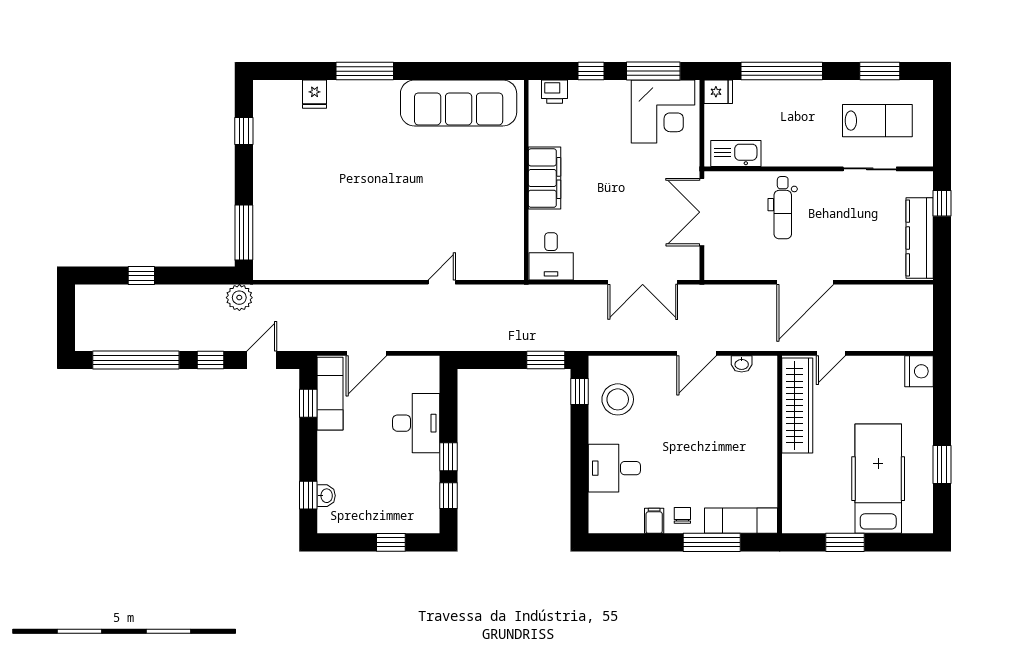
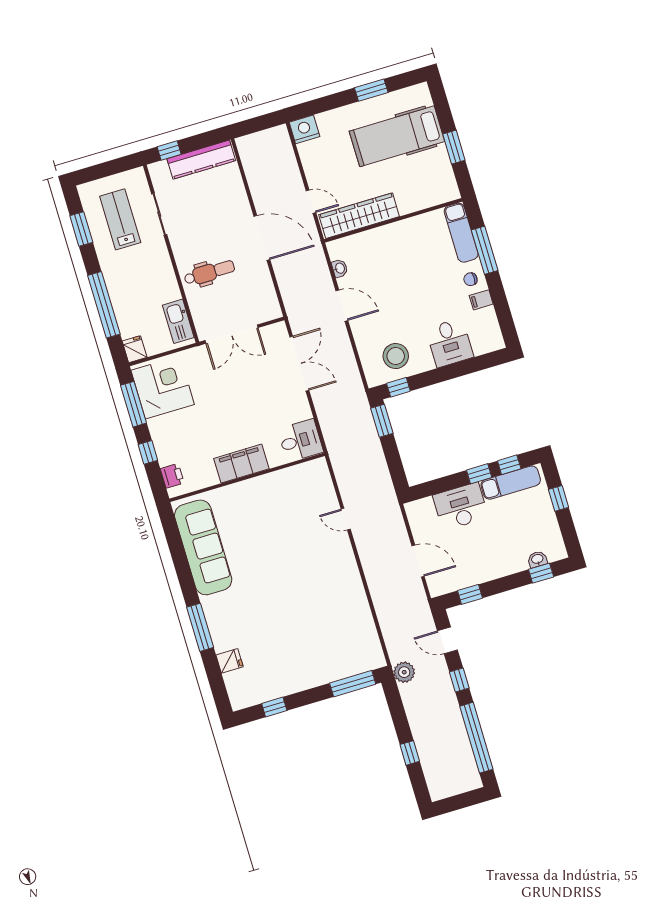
exam couch: (330, 394) -> (511, 483), moved, turned 180

